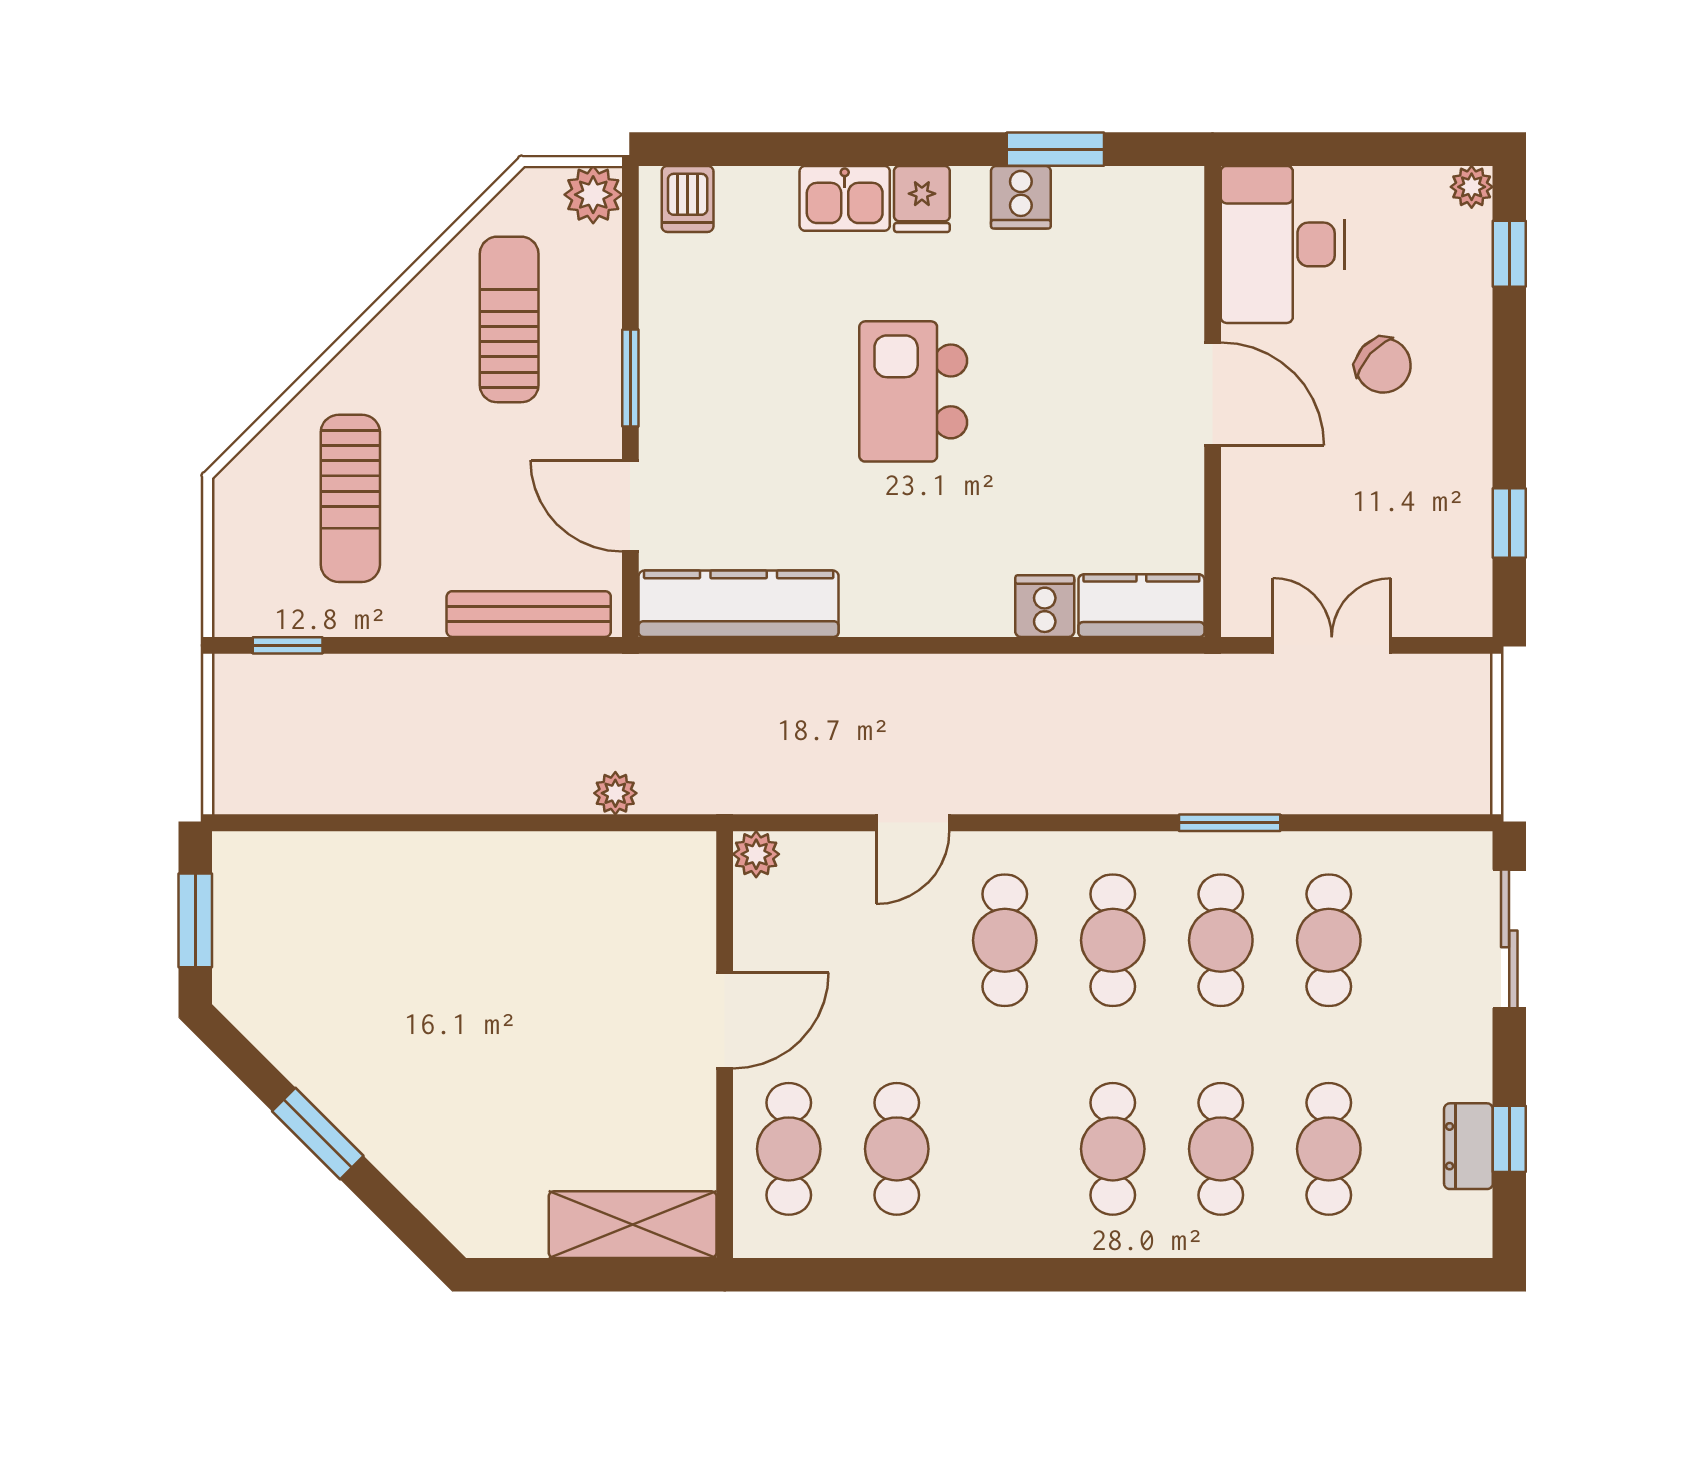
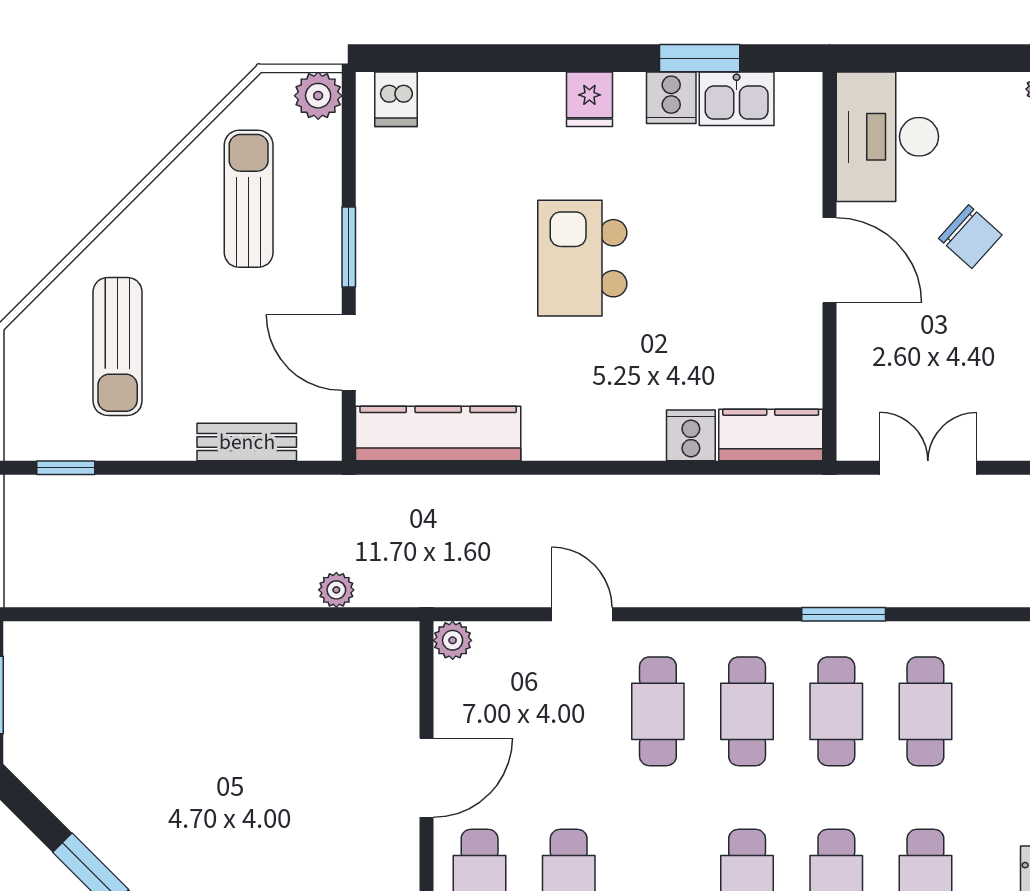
kitchen sink: (845, 198) -> (737, 99), moved
bench: (529, 614) -> (247, 442), width x0.73
door: (913, 823) -> (582, 614), swing flipped

